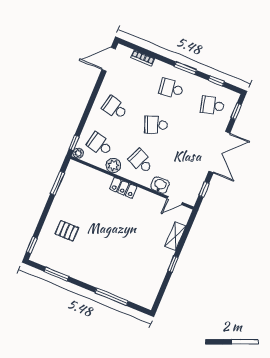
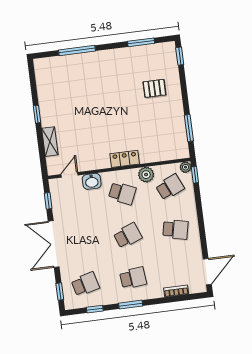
school desk: (100, 144) -> (170, 187), turned -36

